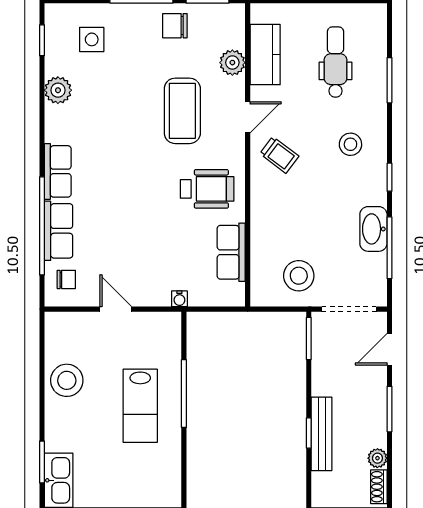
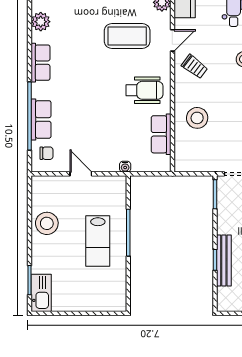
coffee table: (182, 111) -> (127, 36), turned 90
row of seats: (58, 171) -> (41, 63), moved
stool: (299, 276) -> (197, 118), moved

